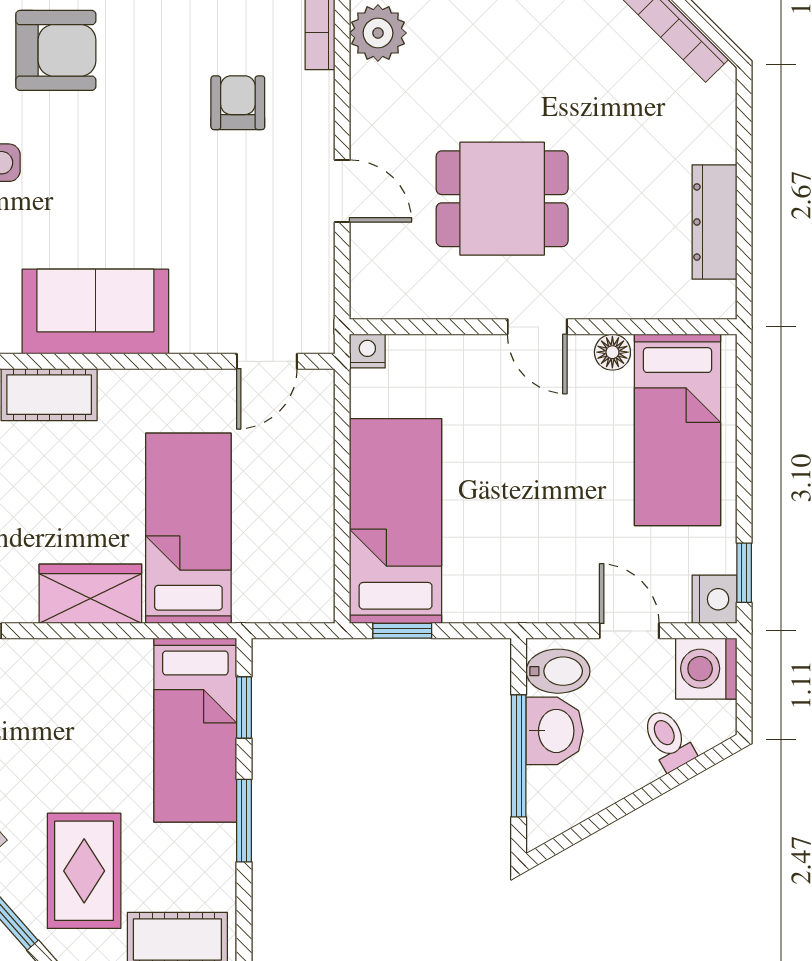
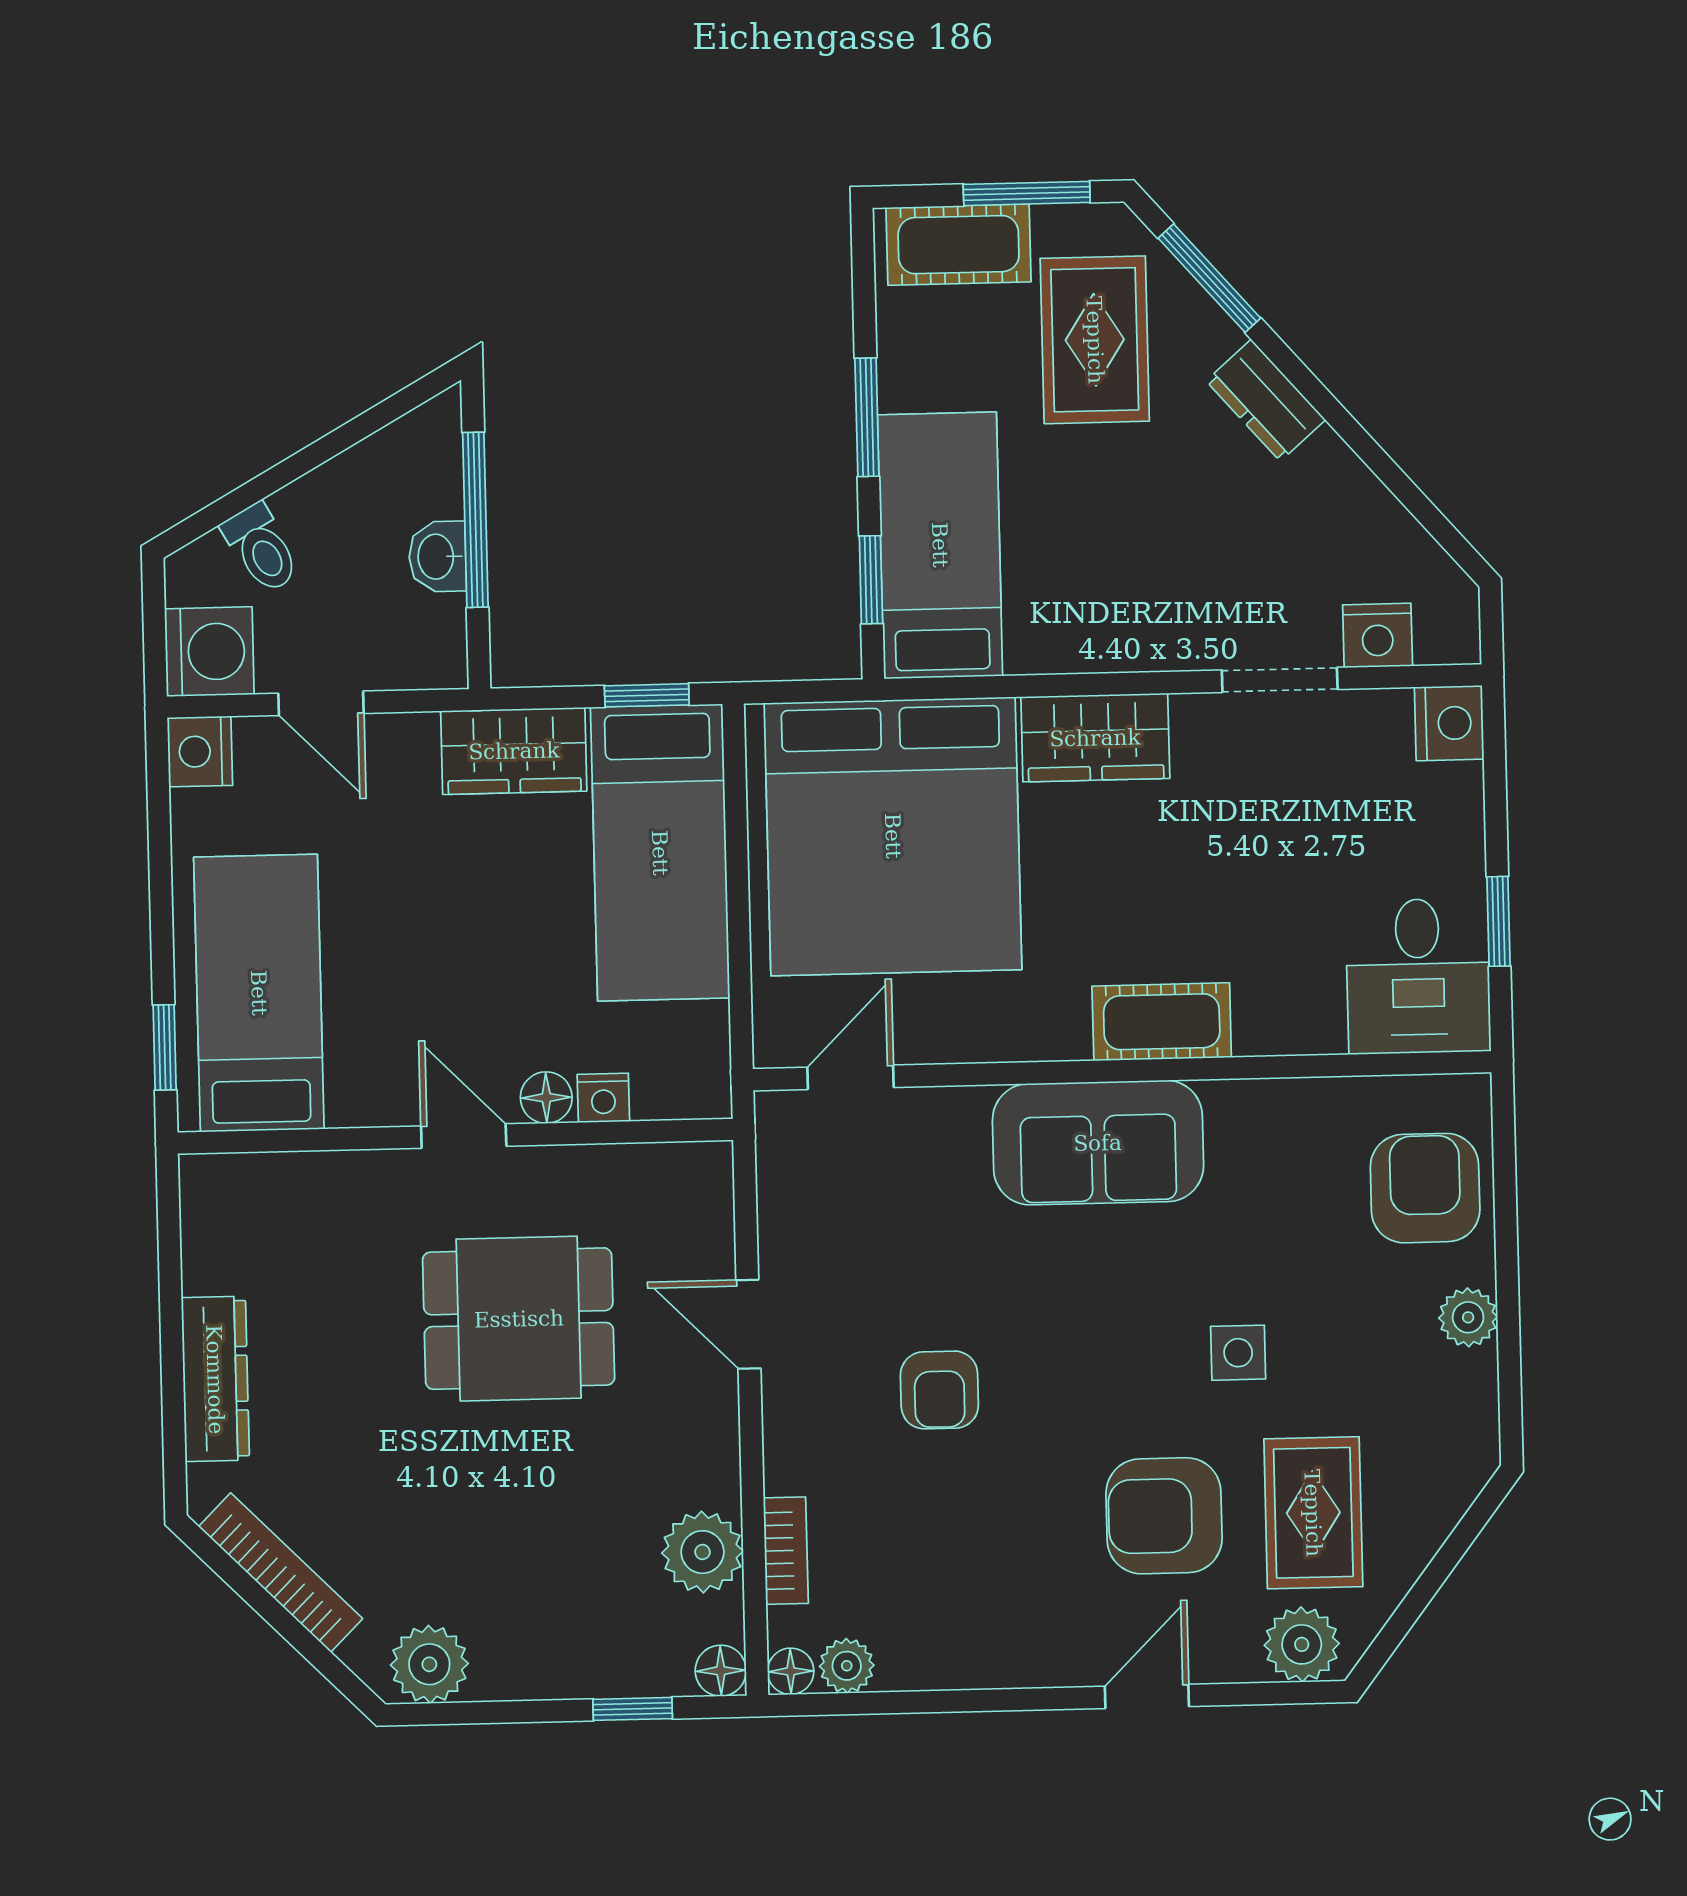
armchair: (238, 103) -> (939, 1390), moved
dresser: (714, 222) -> (215, 1379), moved
nightstand: (367, 351) -> (603, 1098), moved
floor lamp: (612, 352) -> (546, 1098), moved
bed: (188, 528) -> (893, 836), width x2.04
window: (744, 573) -> (165, 1047), moved
wardrobe: (496, 594) -> (514, 751), added
bidet: (558, 671) -> (422, 643), removed
washbasin: (555, 731) -> (437, 557), width x0.72, depth x0.69

